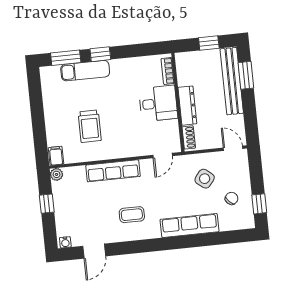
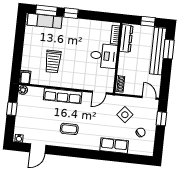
exam couch: (85, 71) -> (45, 21), moved
dresser: (187, 106) -> (126, 39), moved
window: (259, 204) -> (161, 119), moved
row of seats: (190, 225) -> (114, 146), width x0.68

